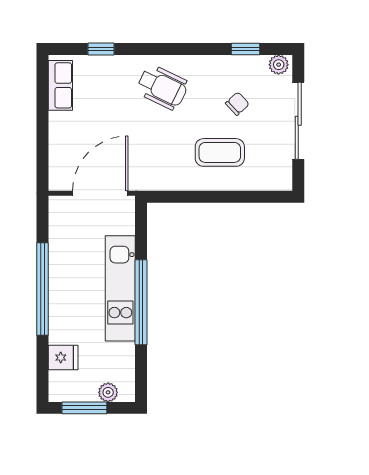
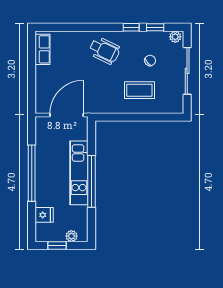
window: (101, 49) -> (131, 27), moved
window: (84, 408) -> (57, 246), width x0.67

